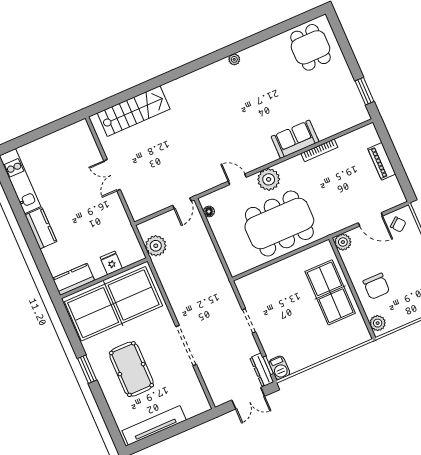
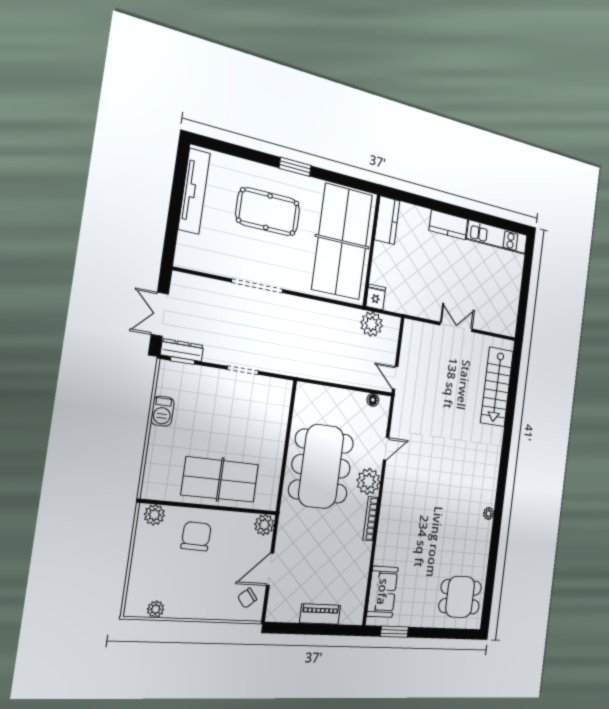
sofa: (295, 139) -> (382, 592), moved
bookcase: (319, 150) -> (371, 519), moved
fridge: (111, 263) -> (376, 297), moved, turned -90
chair: (376, 286) -> (196, 536), turned 92
barbecue: (279, 368) -> (162, 411), moved, turned -90

